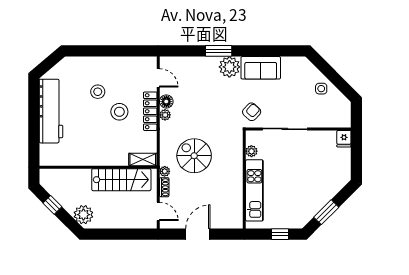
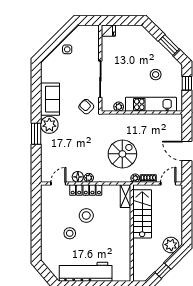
spiral stairs: (194, 156) -> (122, 154), turned 180
stool: (291, 196) -> (156, 75), added

